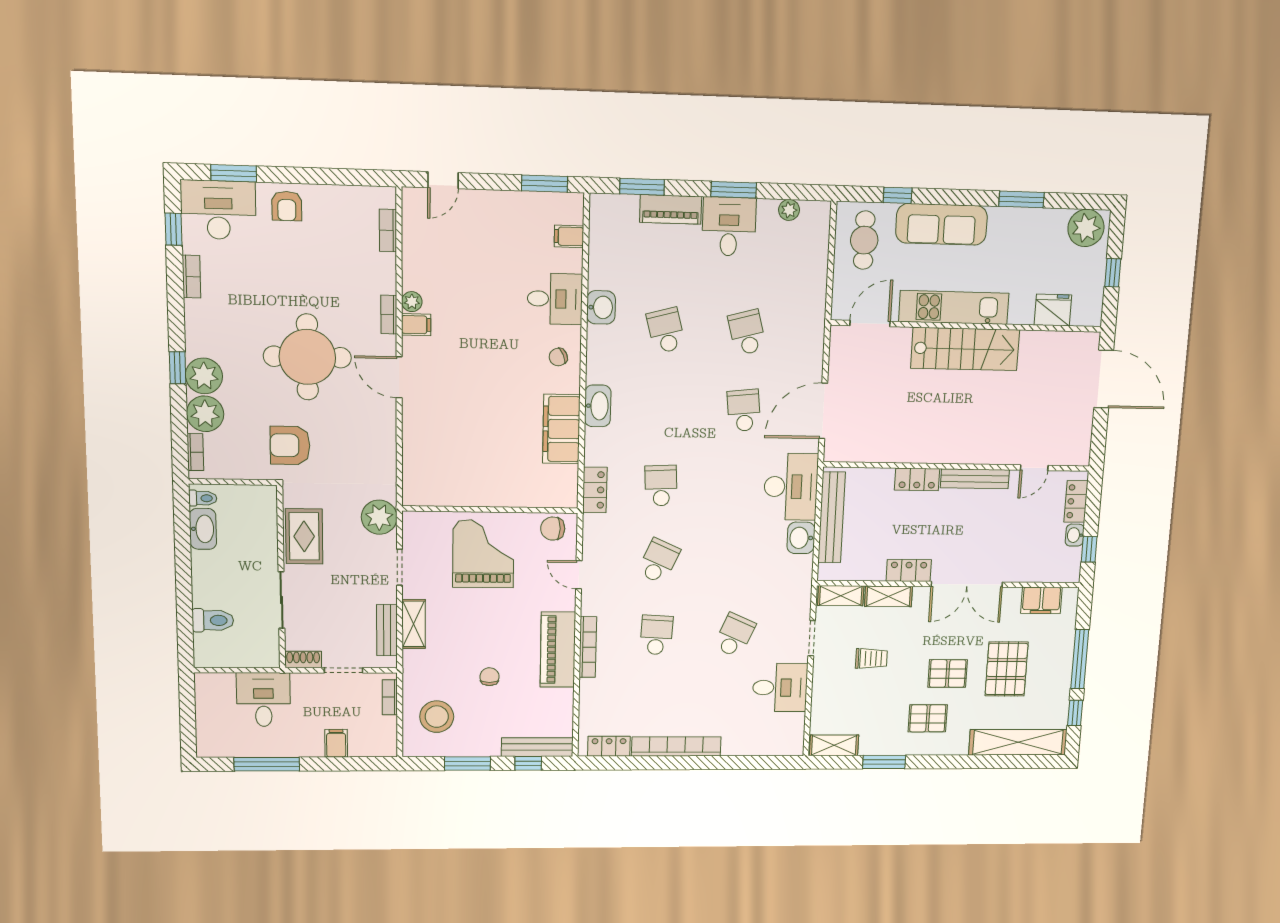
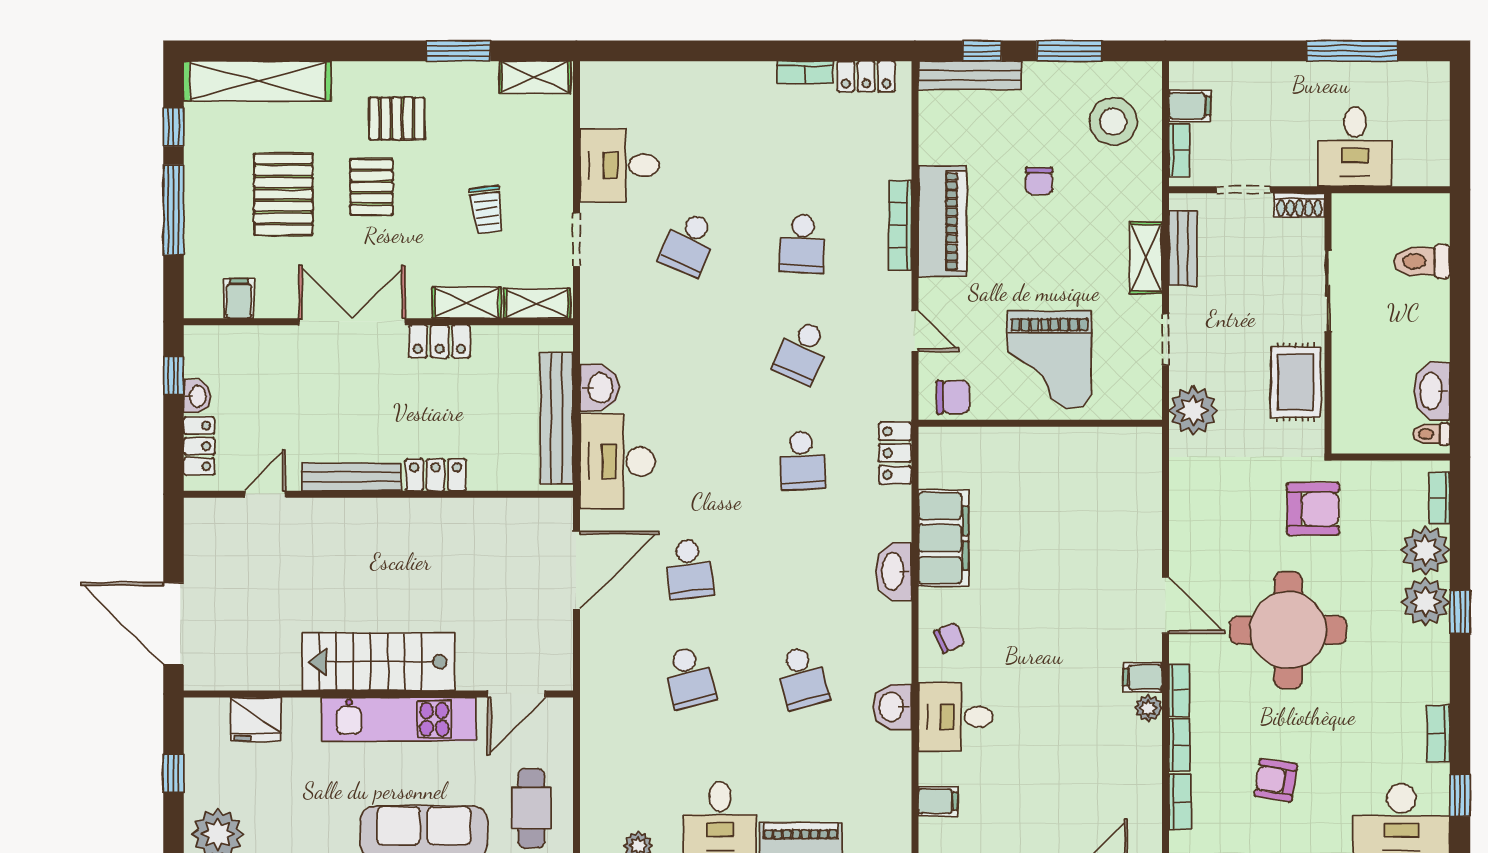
armchair: (287, 206) -> (1276, 780), moved, turned -81
bookcase: (389, 273) -> (1179, 745), added
filing cabinet: (1041, 600) -> (239, 298), width x0.50
trolley: (871, 658) -> (487, 210), turned -97
pallet: (948, 673) -> (372, 187), turned 90
filing cabinet: (336, 743) -> (1190, 106), moved, turned -90
bookcase: (676, 746) -> (805, 72), width x0.43, depth x0.76

